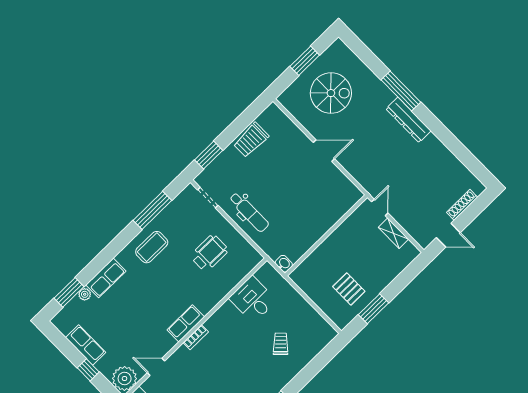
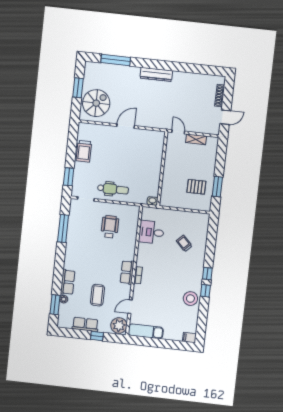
window: (401, 91) -> (116, 60), moved
spiral stairs: (331, 93) -> (96, 103), moved
coffee table: (152, 247) -> (97, 295), moved

